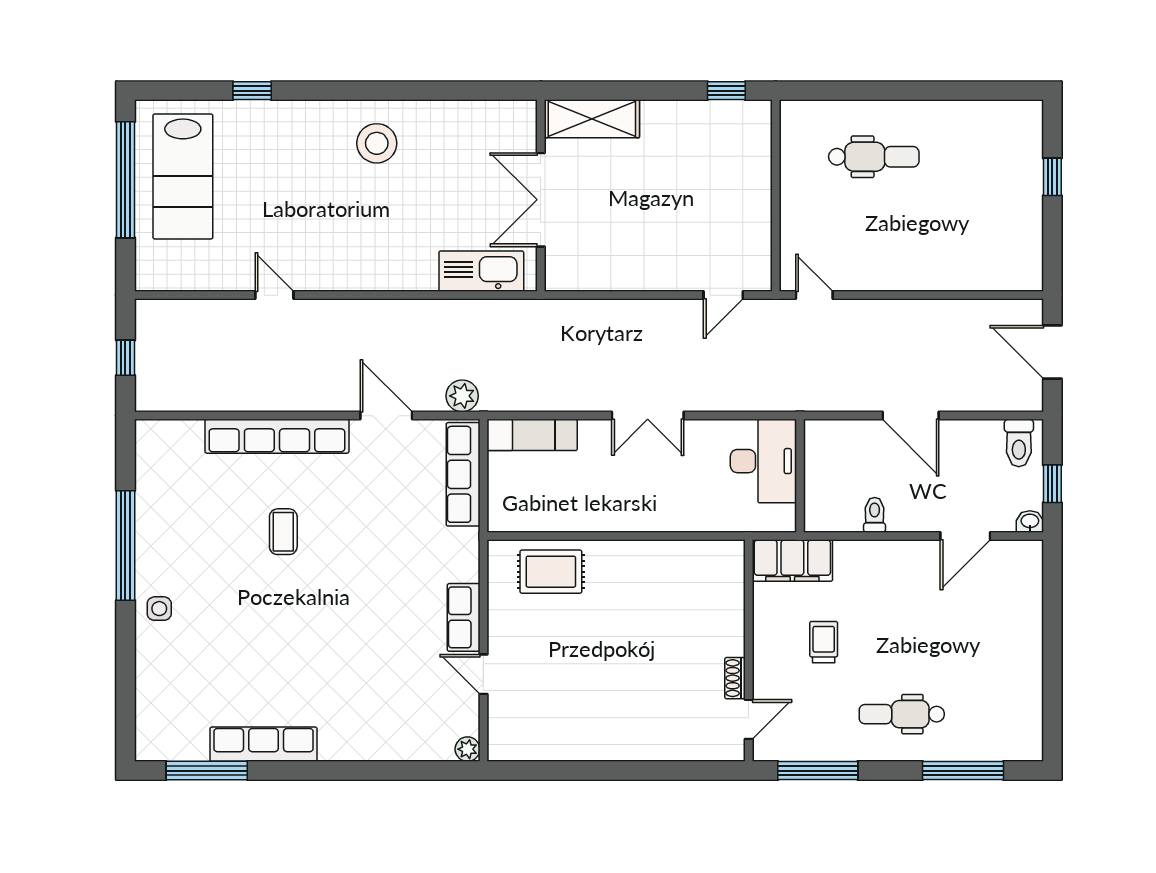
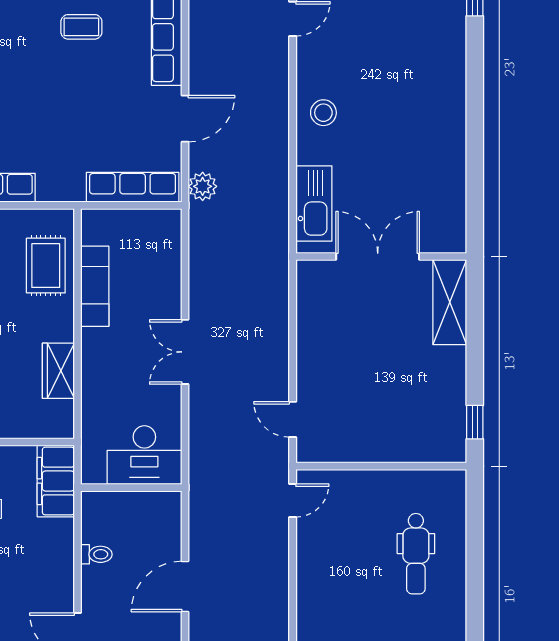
stool: (377, 143) -> (323, 113), moved, width x0.73, depth x0.73
exam couch: (532, 435) -> (95, 286), moved, turned 180
wardrobe: (669, 558) -> (58, 371), added

